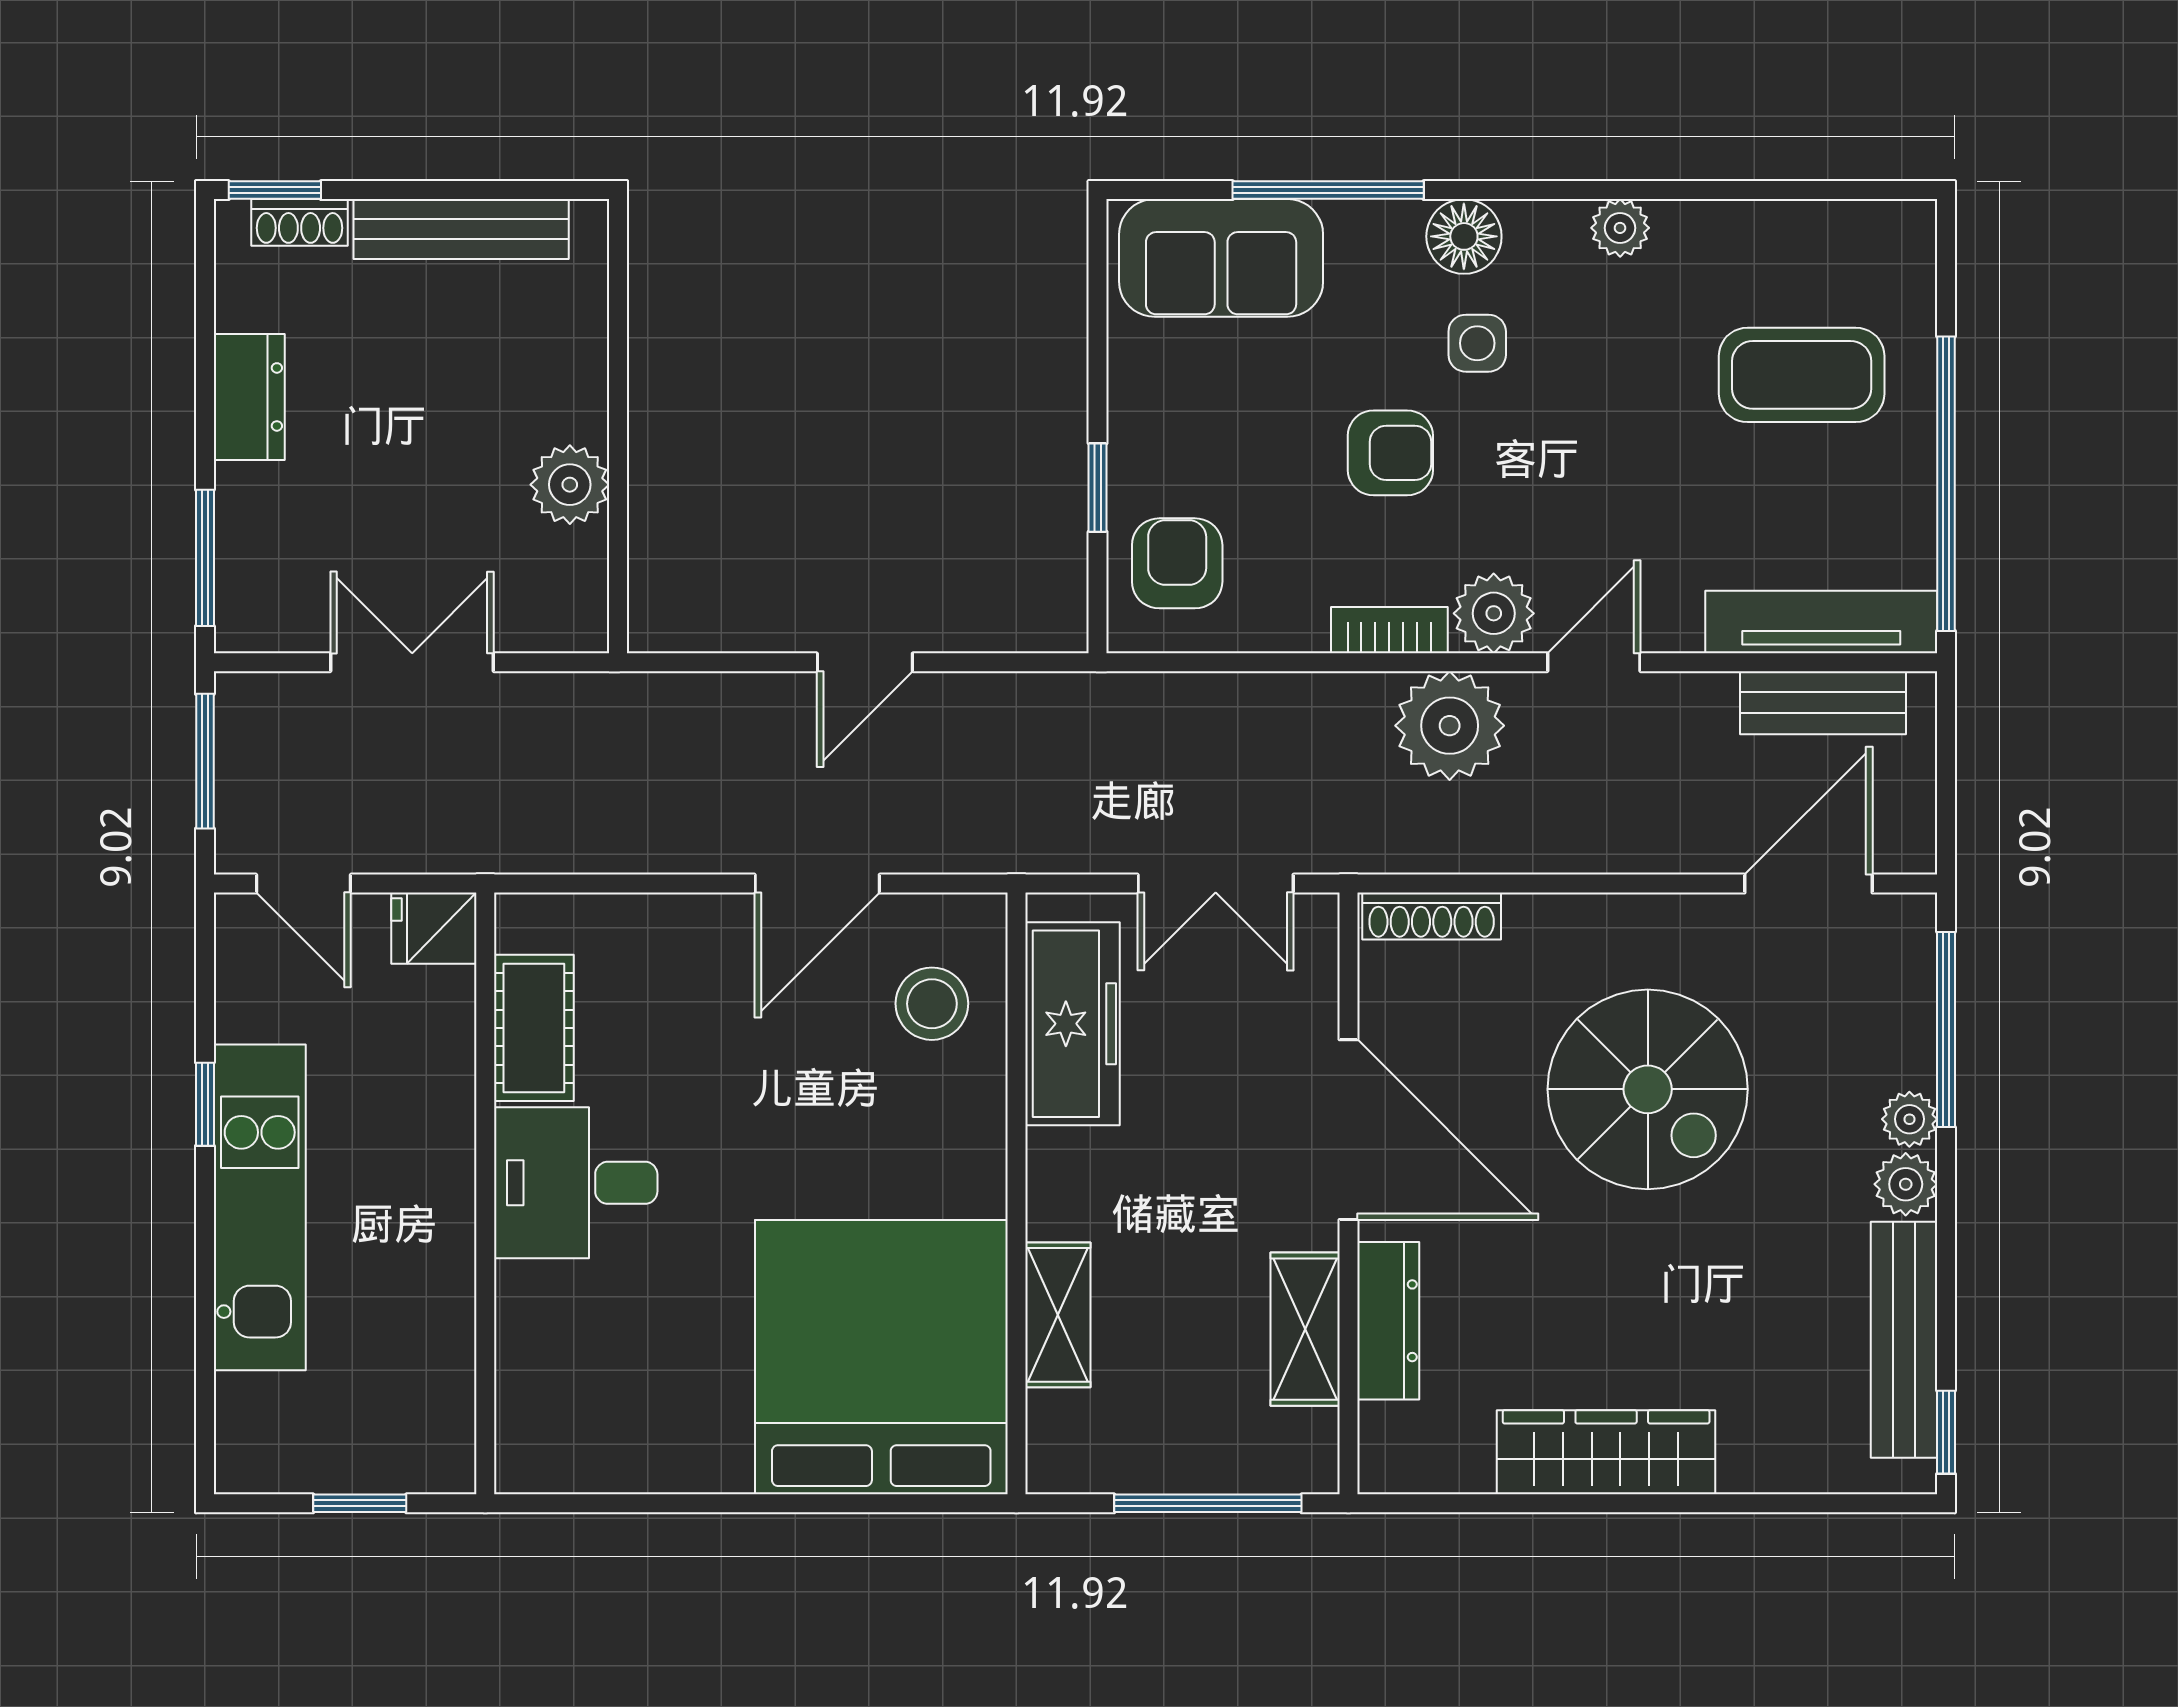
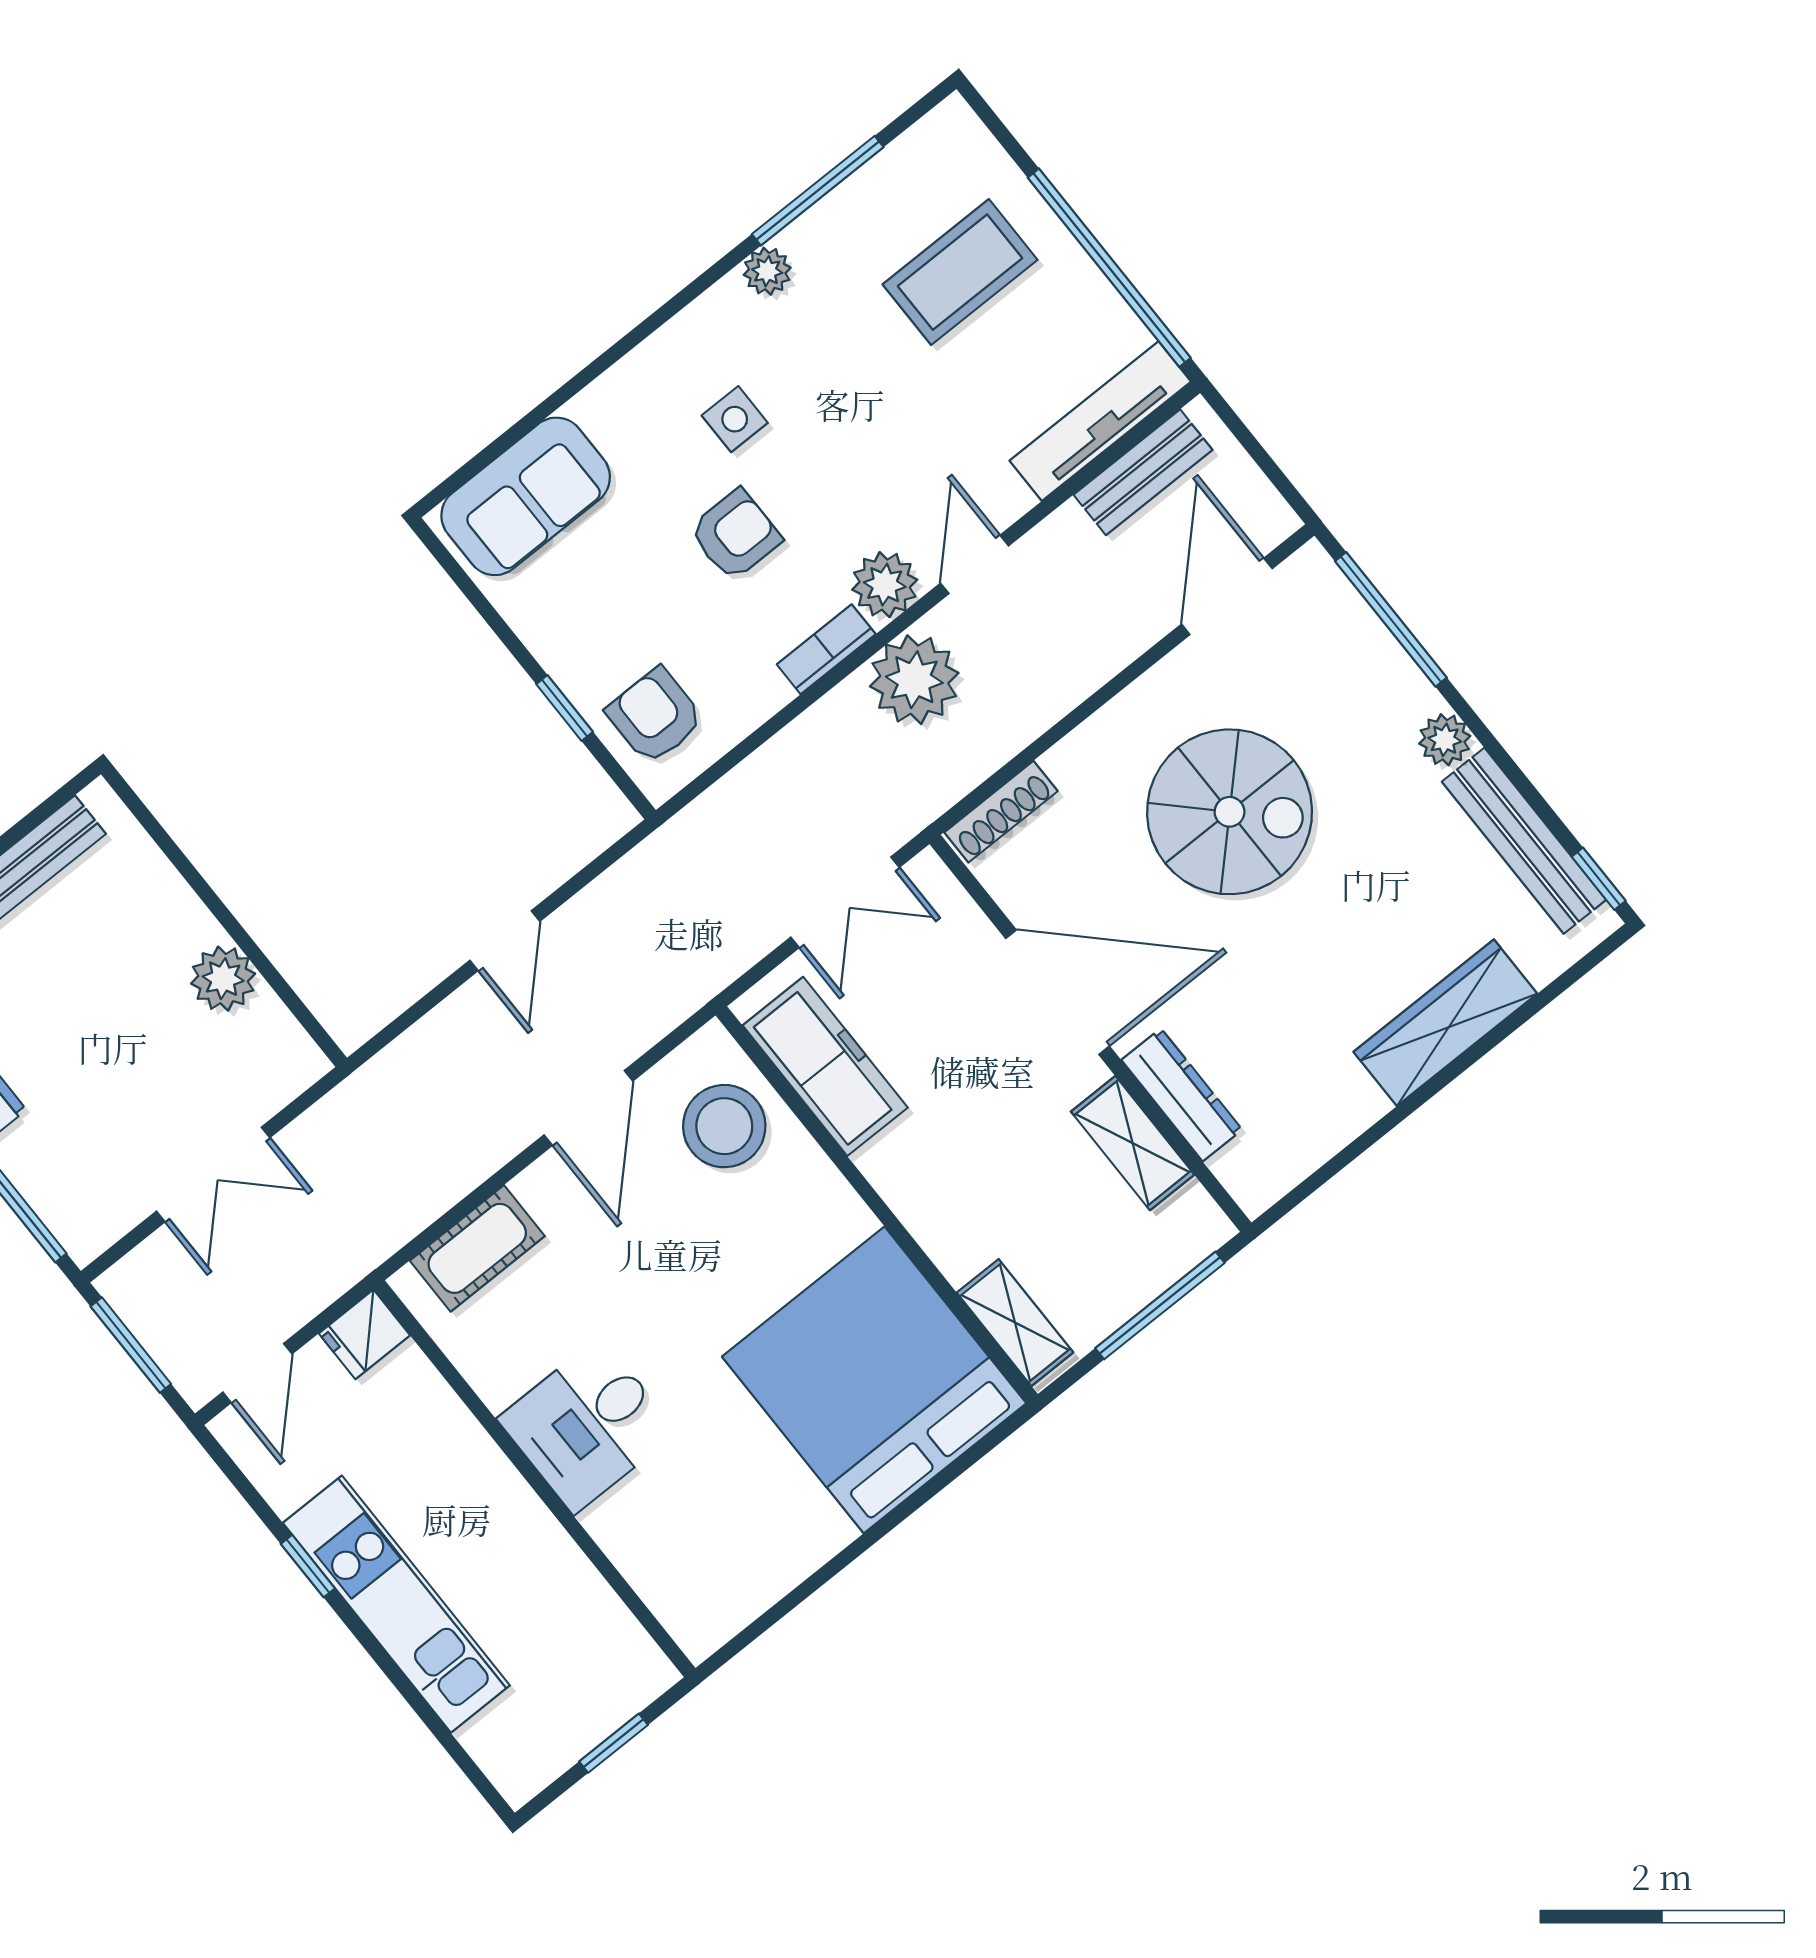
window: (1328, 190) -> (818, 191), moved
floor lamp: (1464, 236) -> (671, 357), removed
double door: (412, 662) -> (213, 1174), swing flipped
door: (303, 884) -> (257, 1373), hinge flipped
stool: (932, 1004) -> (724, 1126), width x1.38, depth x1.38
cot: (534, 1028) -> (477, 1248), moved, turned 90
plant: (1909, 1119) -> (1414, 696), removed
shelving: (1058, 1315) -> (1015, 1323), moved
wardrobe: (1606, 1452) -> (1445, 1023), moved

